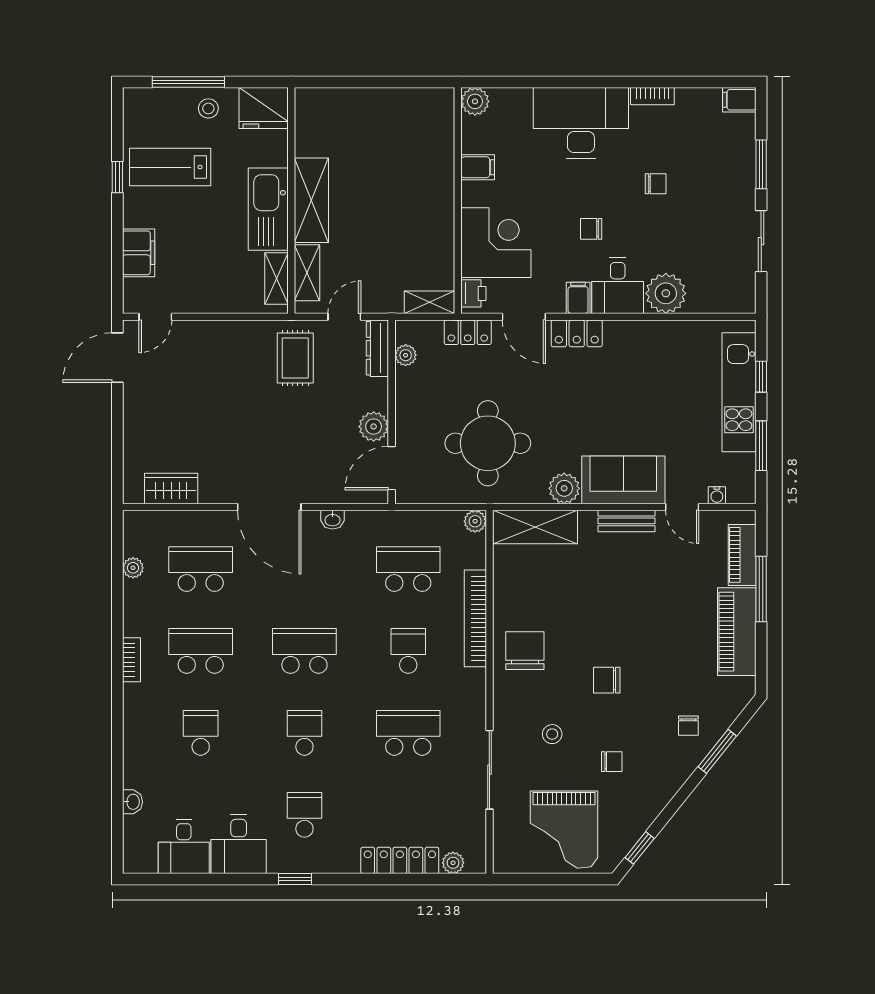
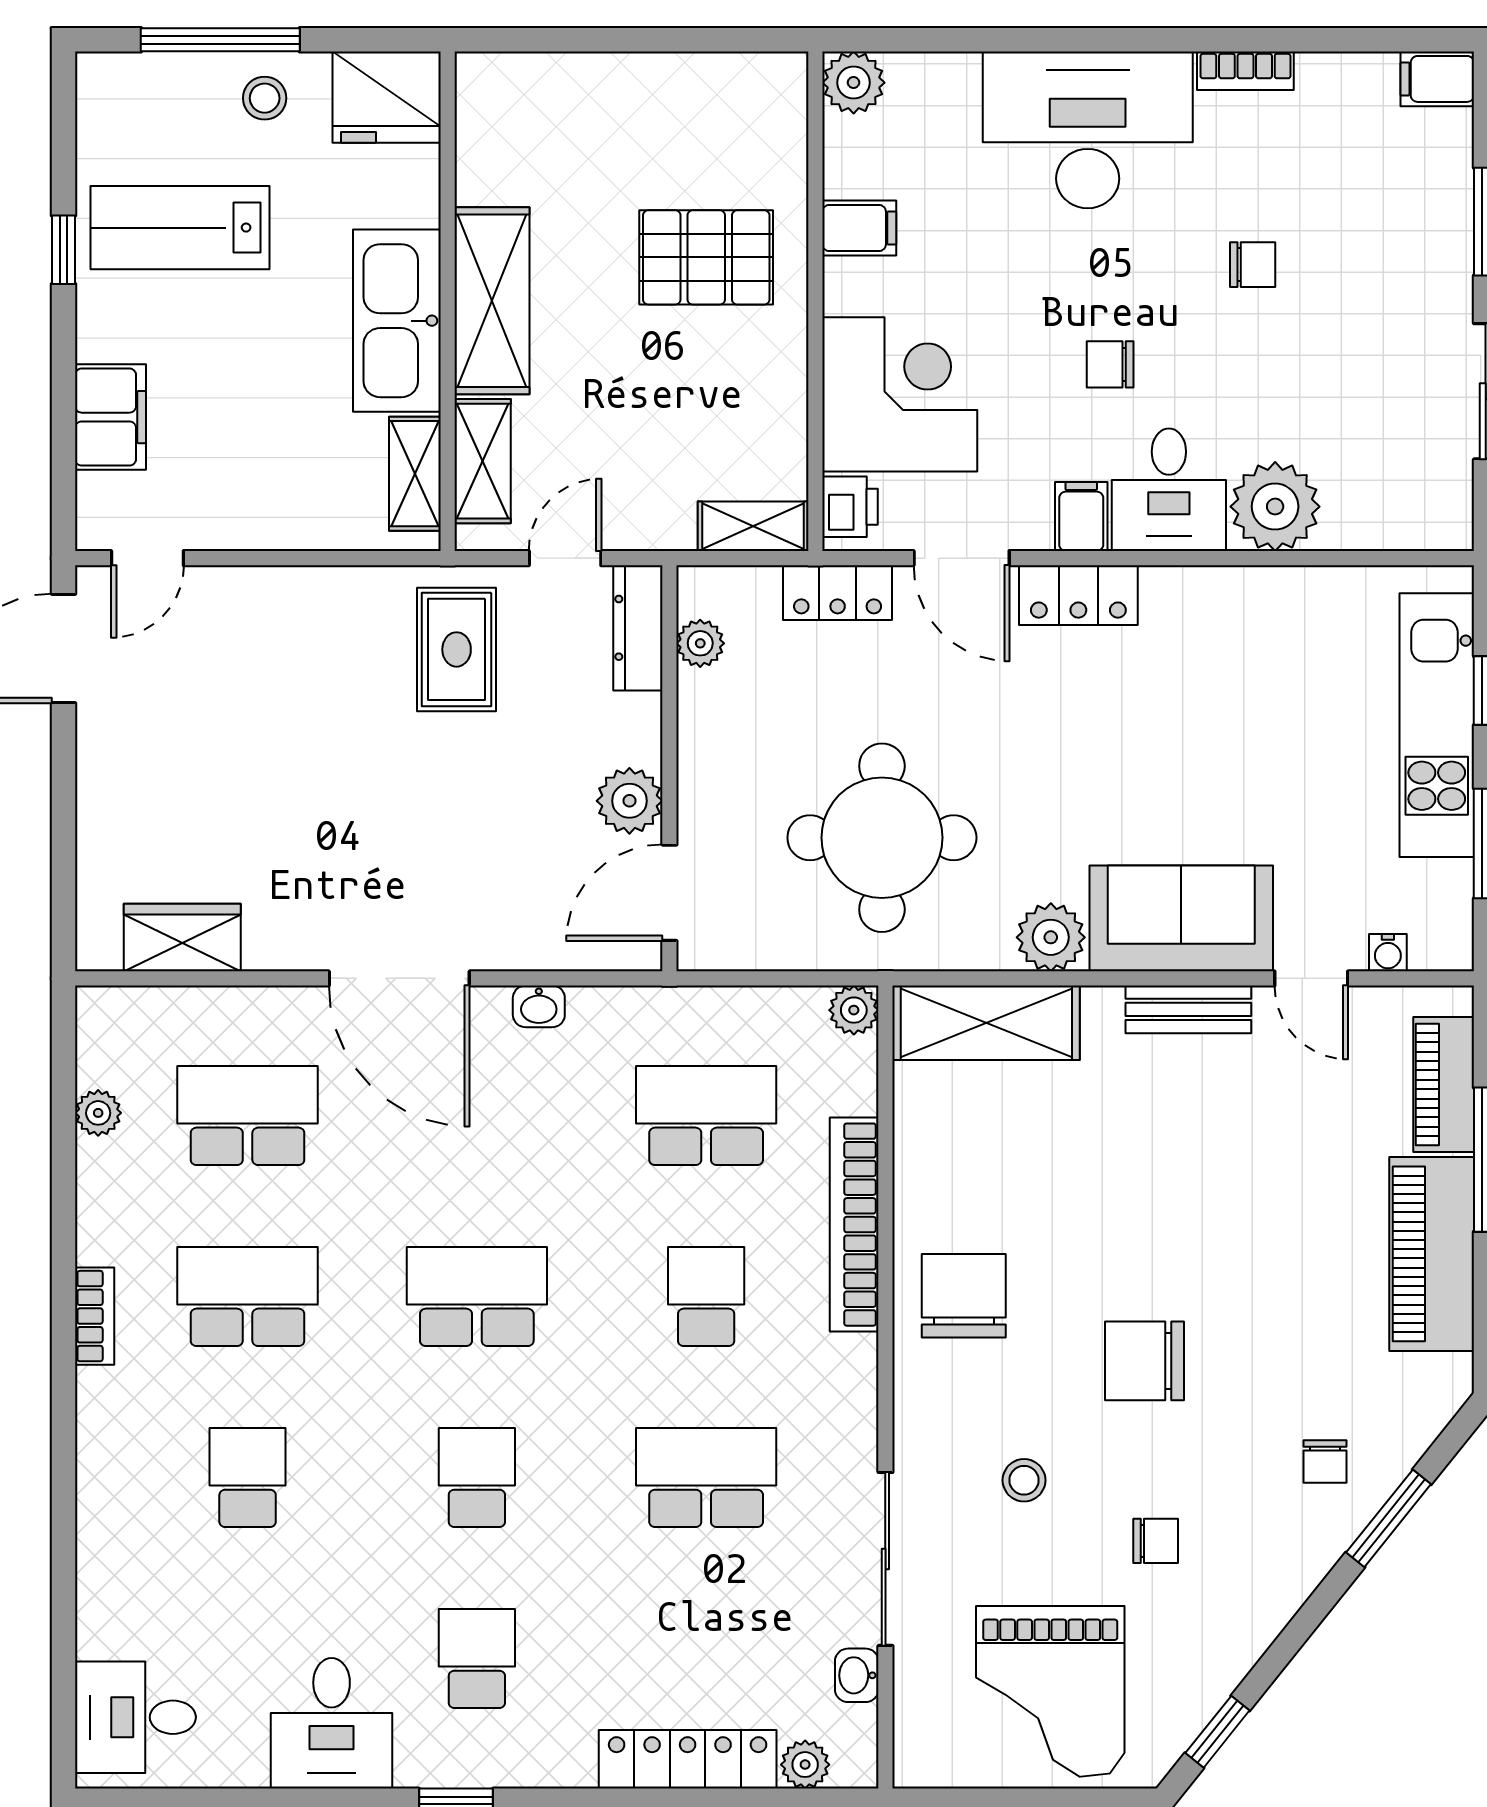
pallet: (408, 181) -> (706, 257), added
chair: (607, 680) -> (1145, 1361), width x1.37, depth x1.37
washbasin: (132, 802) -> (857, 1675), moved, turned 180
desk: (184, 846) -> (135, 1717), moved, turned 90

